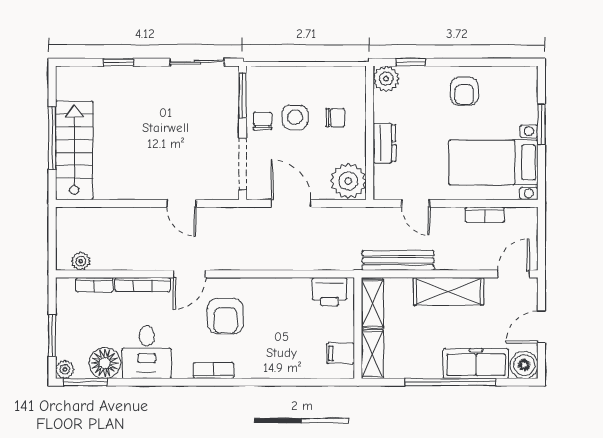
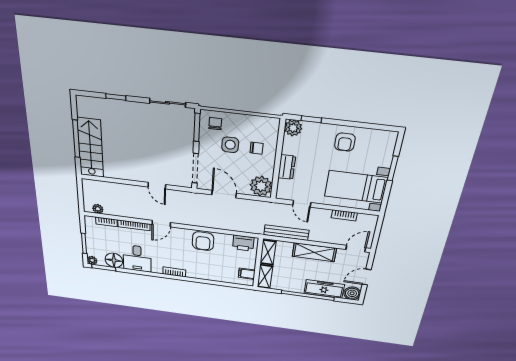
chair: (263, 121) -> (215, 124), moved
armchair: (226, 316) -> (203, 241), moved

